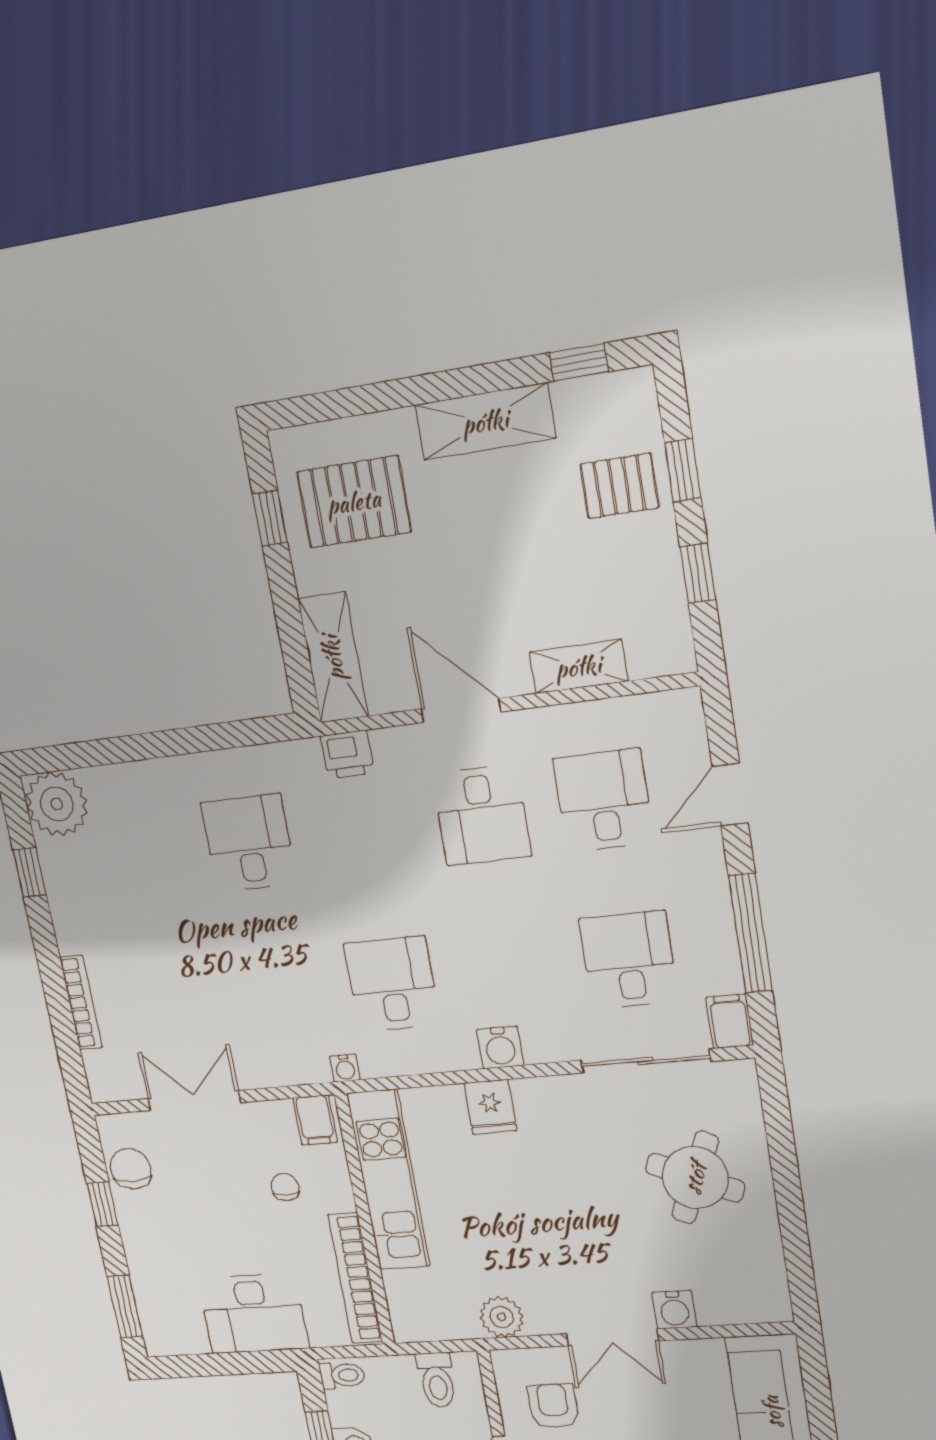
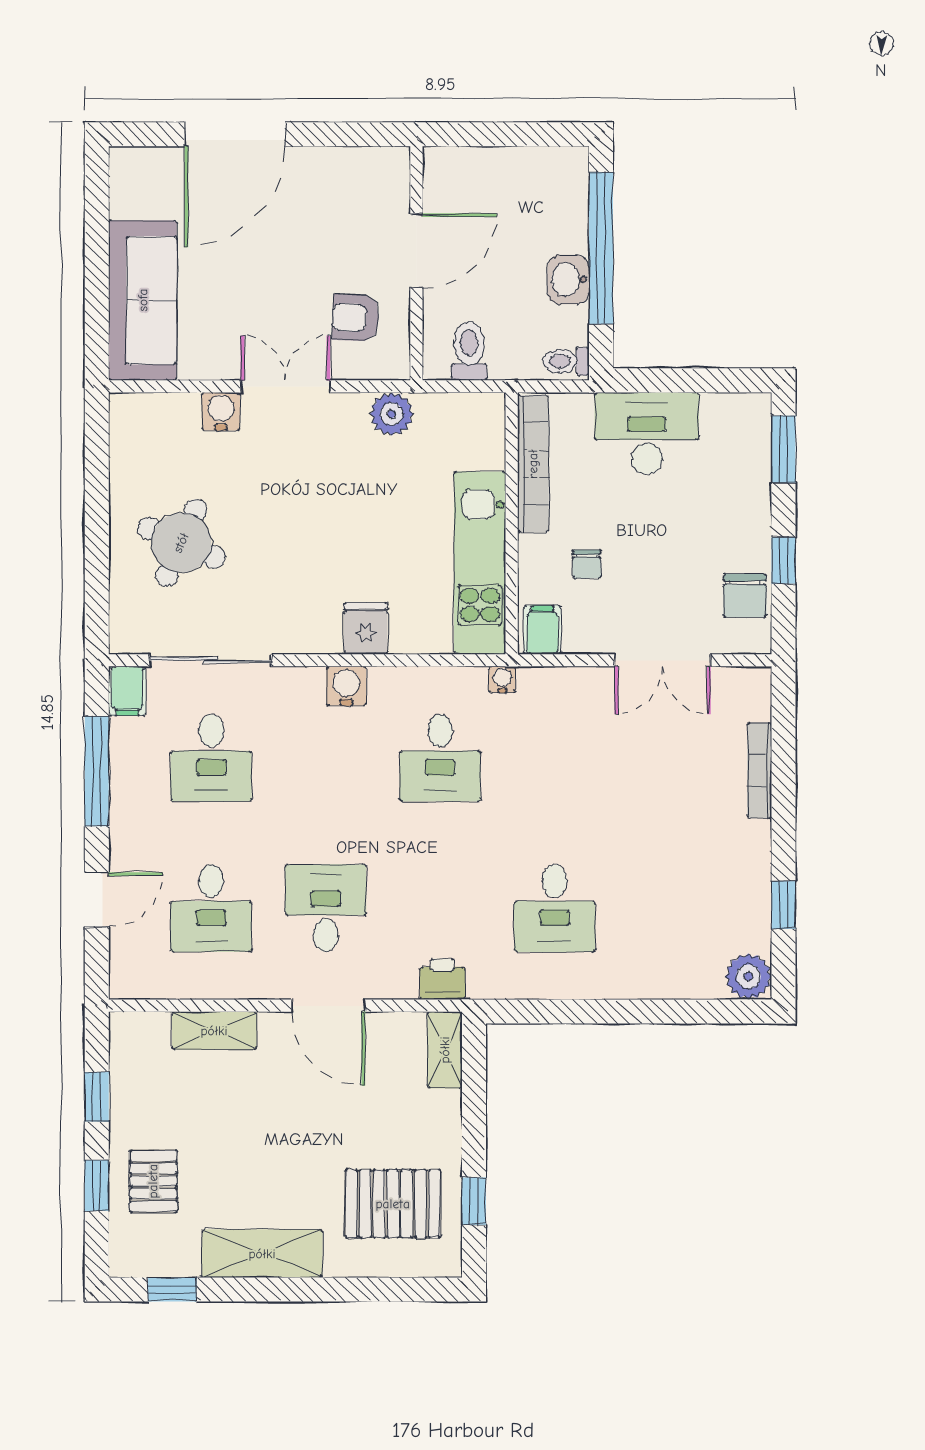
pallet: (619, 486) -> (153, 1181), turned 90
shelving: (333, 658) -> (445, 1050), width x0.67, depth x0.75
plant: (57, 804) -> (748, 976), width x0.73, depth x0.73
armchair: (553, 1406) -> (356, 318), turned 92

